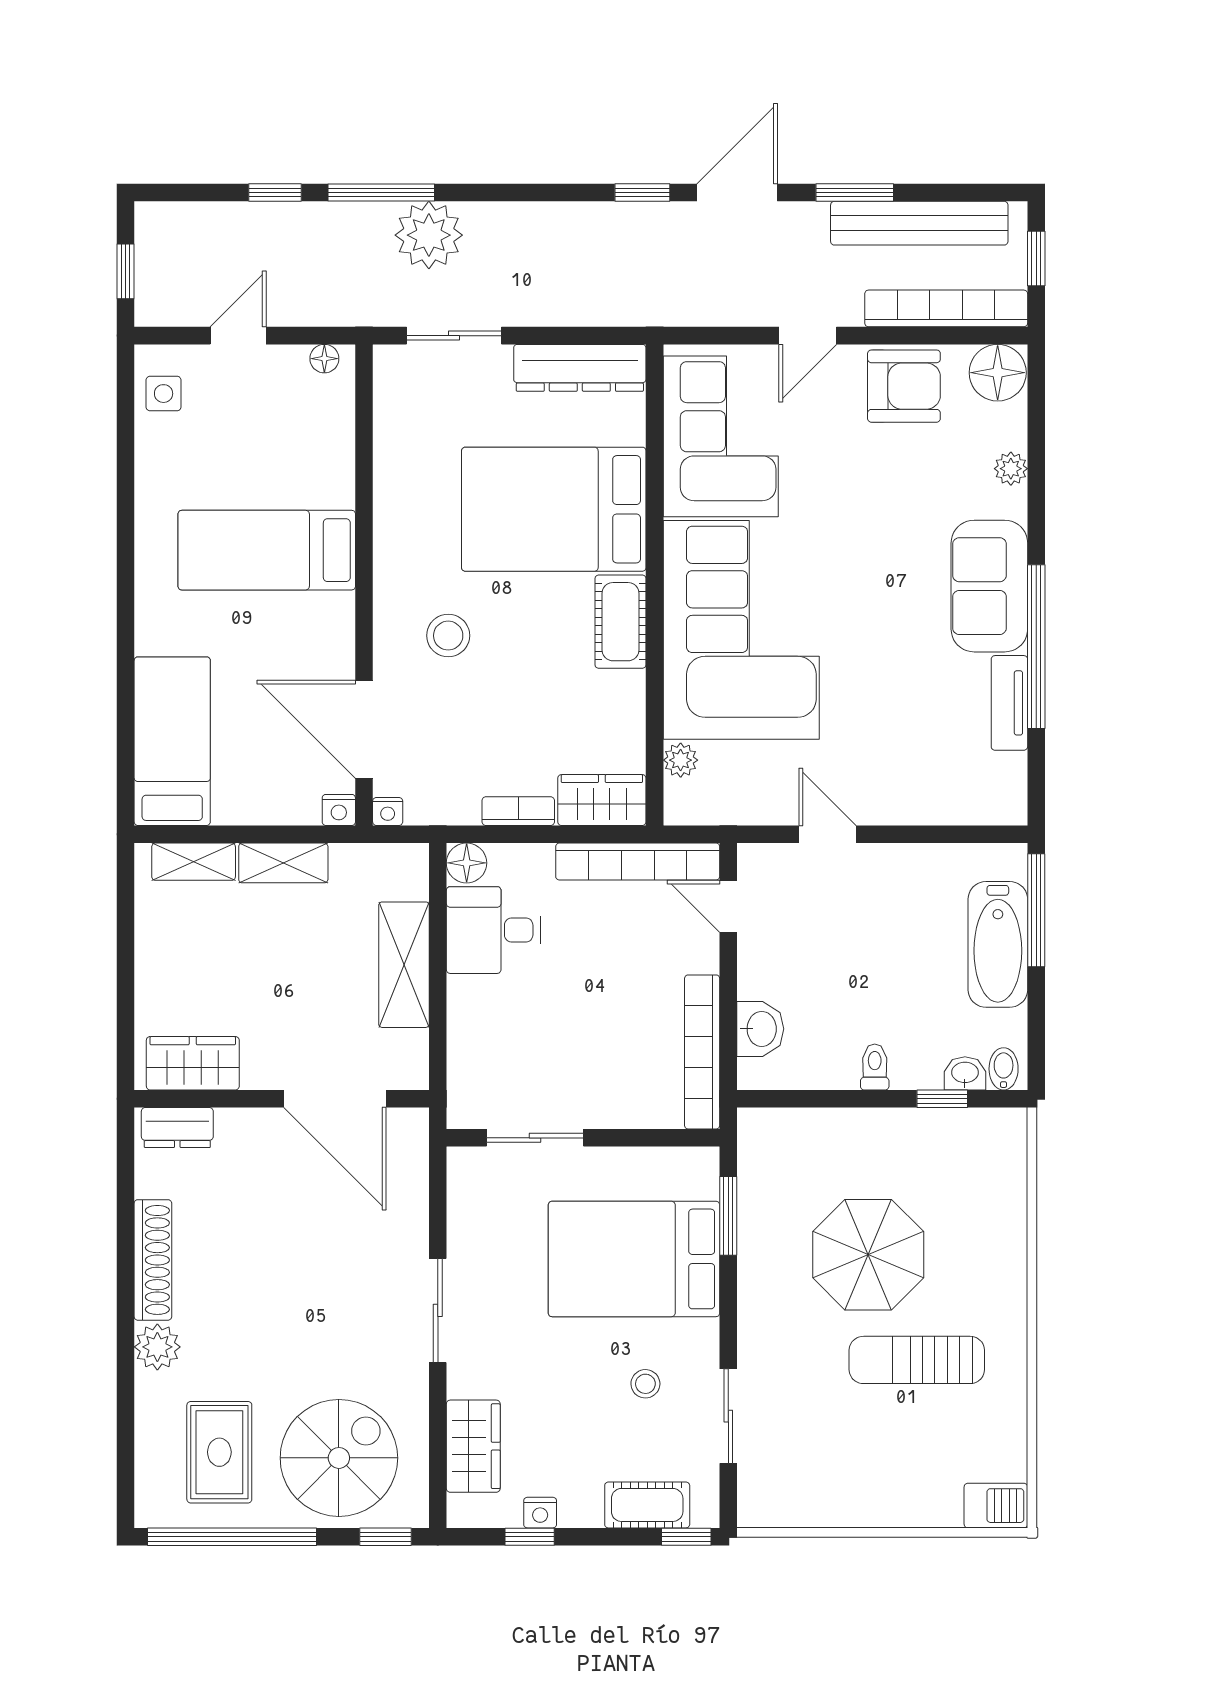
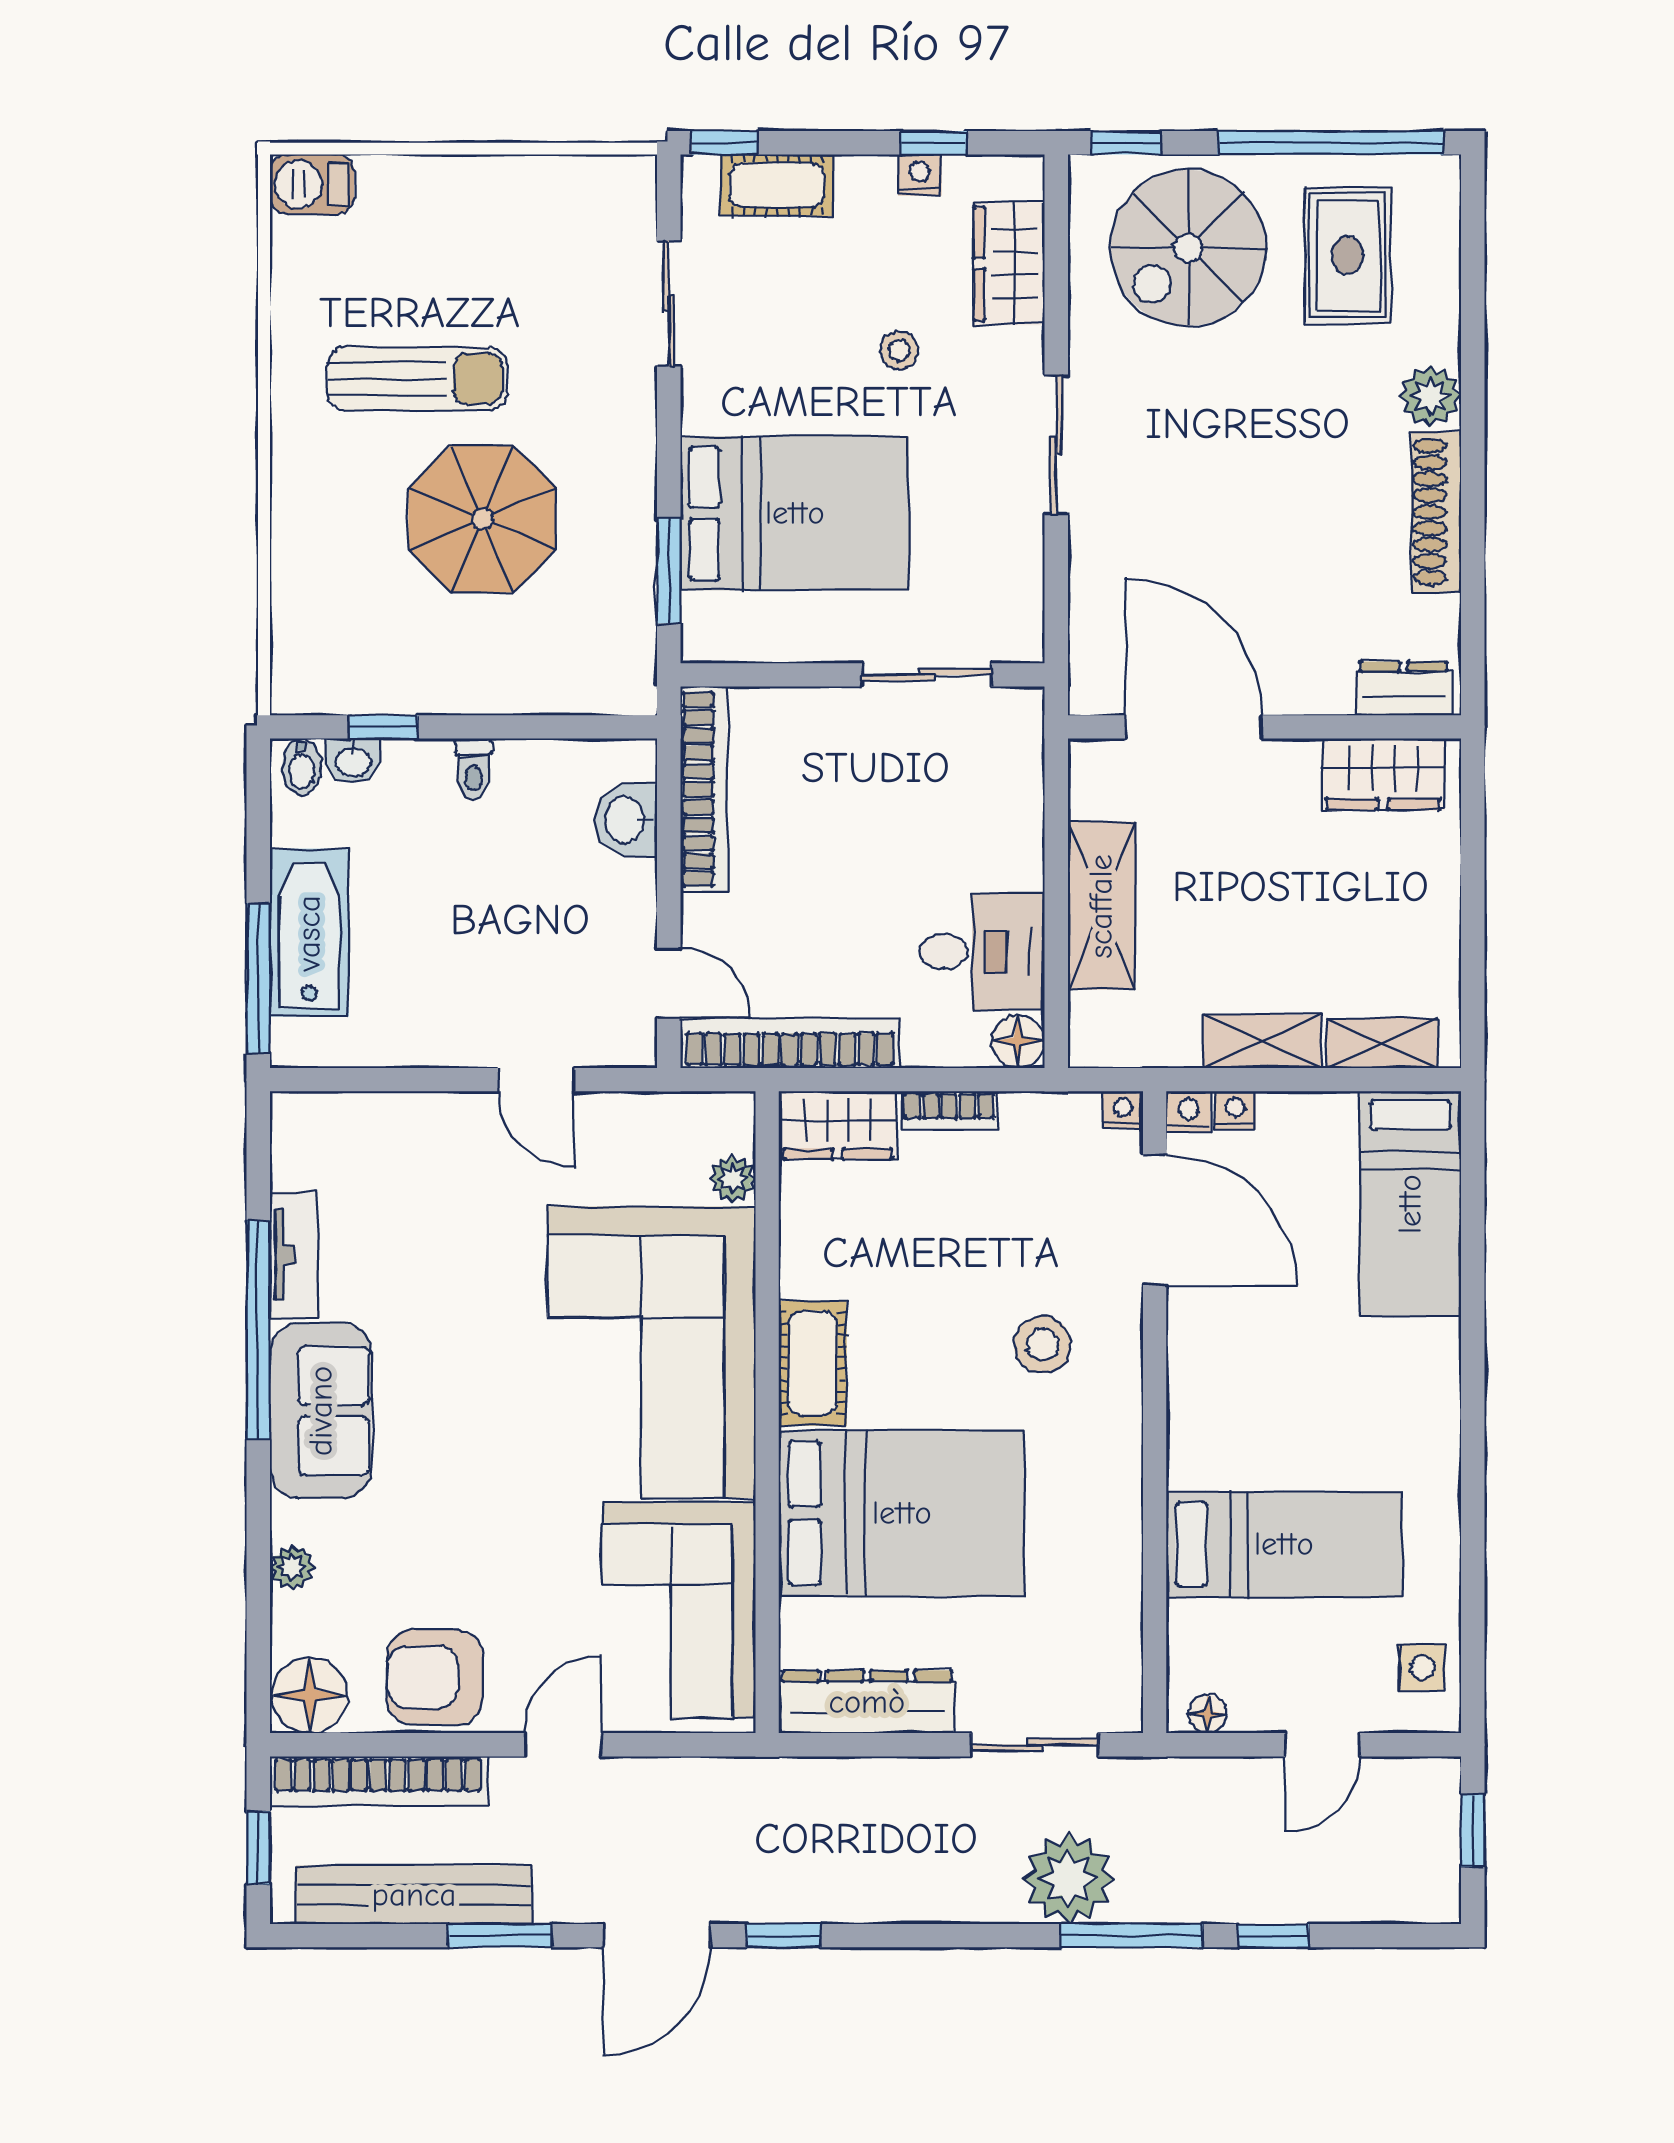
bed: (267, 550) -> (1284, 1544), moved
nightstand: (304, 811) -> (1235, 1110), added
stool: (645, 1384) -> (899, 350), moved

